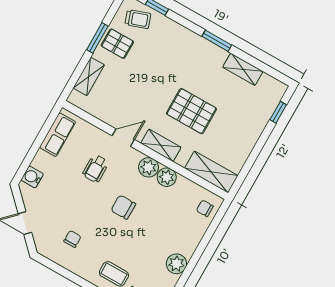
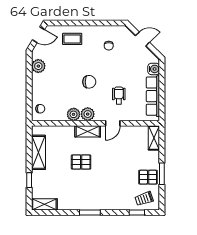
shelving: (243, 69) -> (44, 204), moved
shelving: (89, 76) -> (154, 138), moved
pallet: (191, 111) -> (81, 162), width x0.67, depth x0.71
window: (278, 112) -> (29, 180), moved
row of seats: (58, 135) -> (153, 96), width x1.48
shelving: (211, 172) -> (38, 152), moved, turned 90

